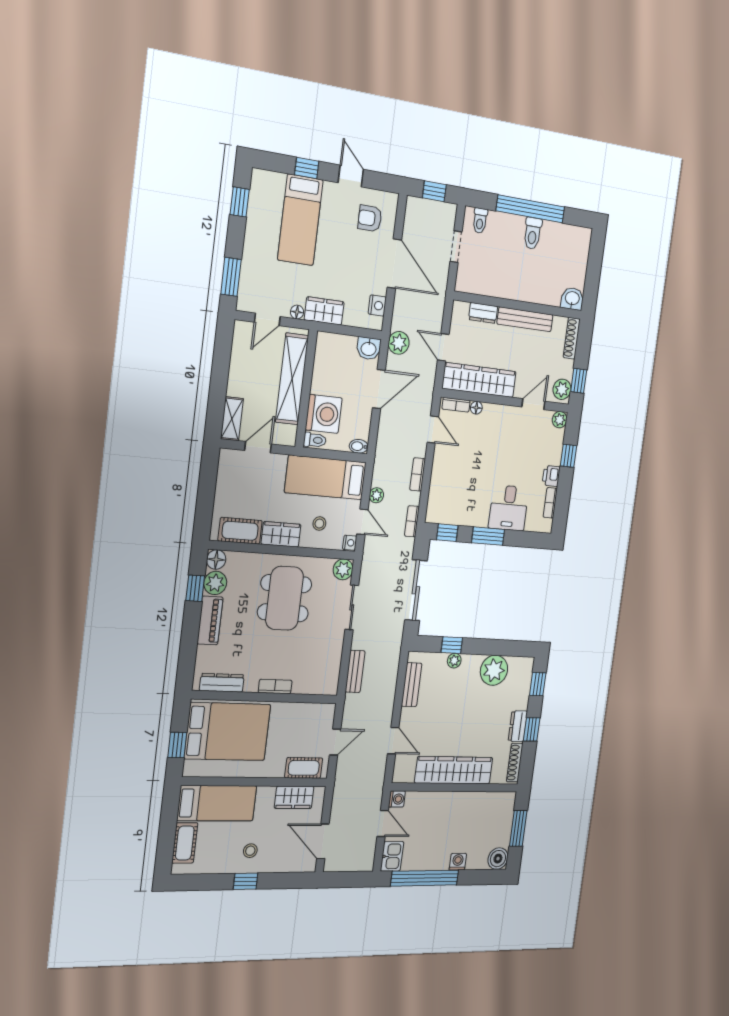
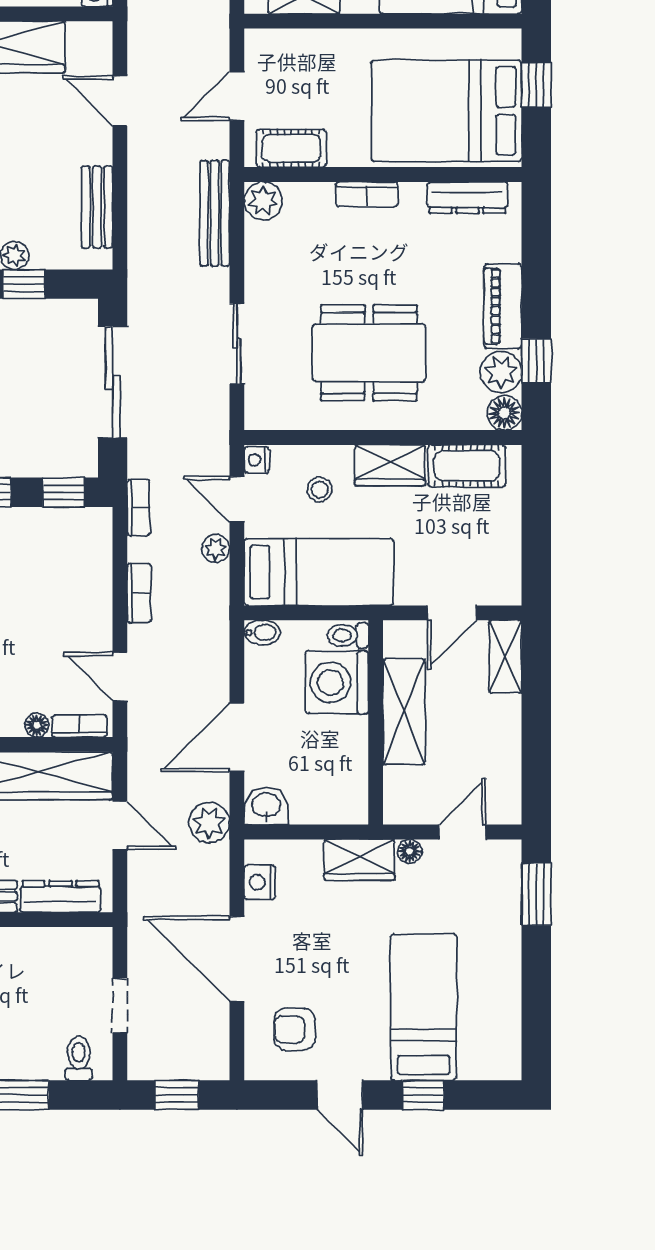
window: (240, 202) -> (536, 1020), removed
armchair: (370, 218) -> (295, 1029), turned 180
dresser: (483, 313) -> (61, 897), width x1.44
shelving: (292, 379) -> (404, 712), width x0.68
plant: (343, 569) -> (263, 201), moved
dining table: (285, 598) -> (369, 353), turned 90
bench: (355, 671) -> (215, 213), width x1.36
cot: (304, 768) -> (291, 148), moved

